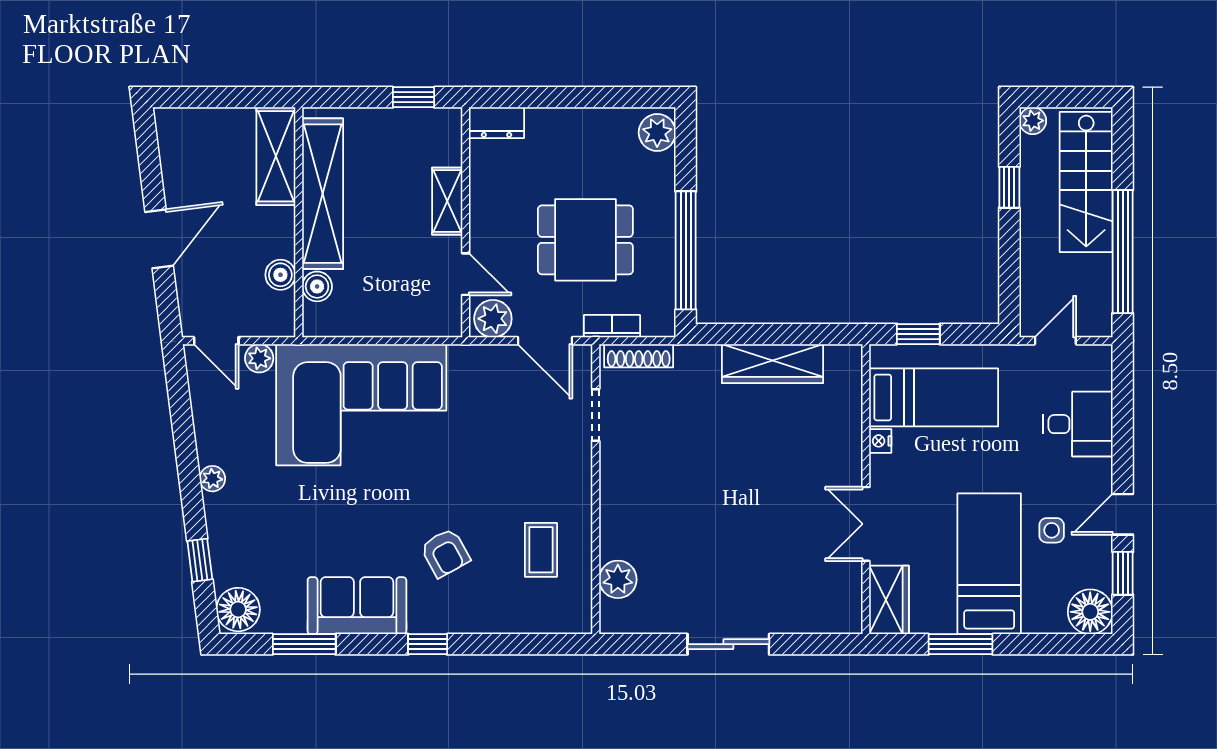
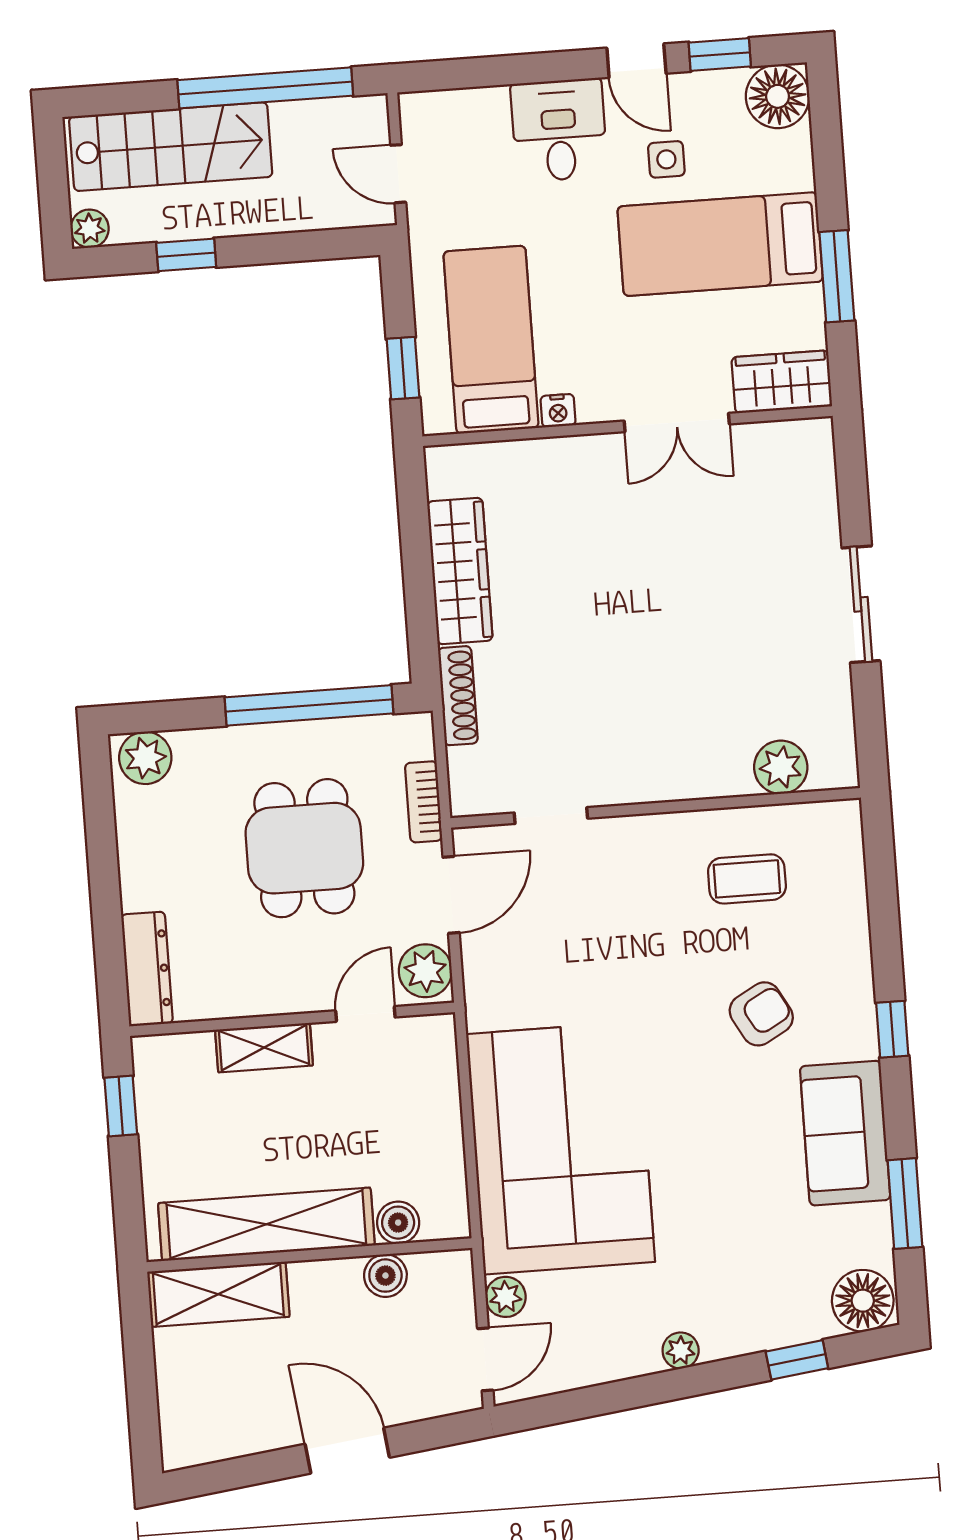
dresser: (496, 123) -> (147, 969), width x1.44
shoe rack: (639, 356) -> (458, 696), moved
desk: (1078, 424) -> (559, 130), moved

